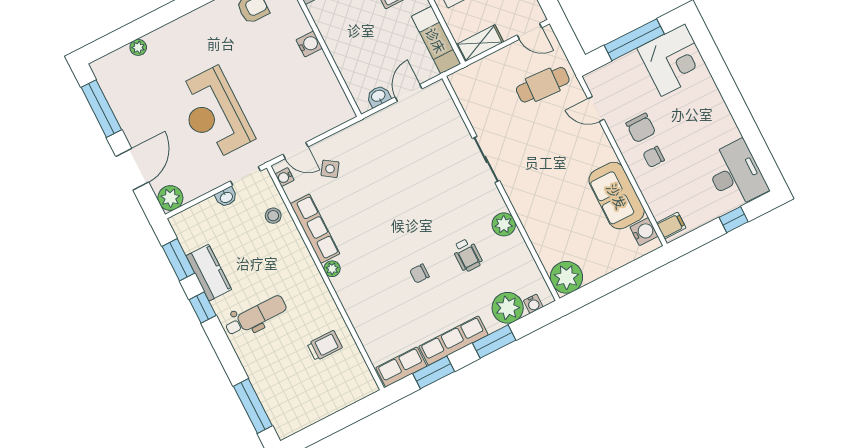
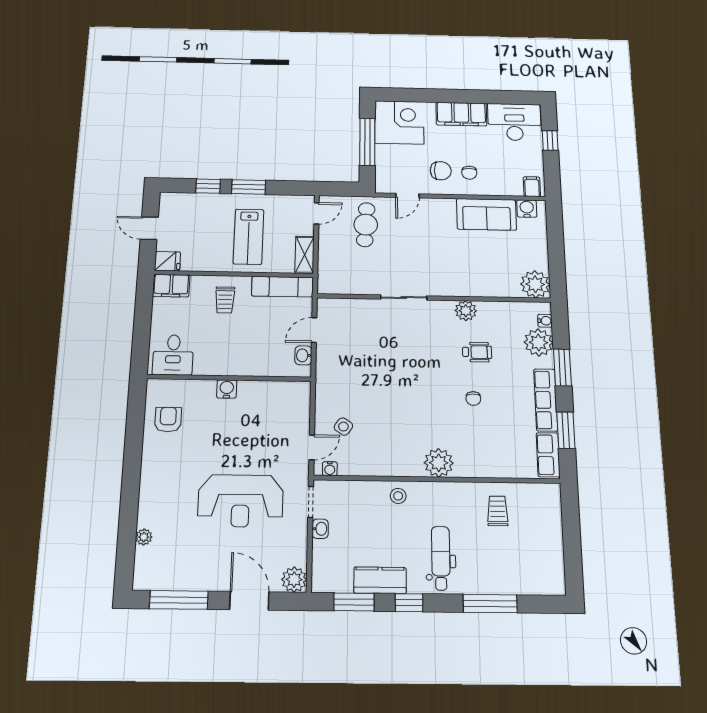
door: (409, 93) -> (314, 330), hinge flipped
filing cabinet: (716, 117) -> (461, 114), added
stool: (273, 216) -> (398, 496), moved
row of seats: (315, 229) -> (389, 466), removed
plant: (332, 269) -> (439, 463), width x1.88, depth x1.88
window: (253, 406) -> (490, 604), moved

